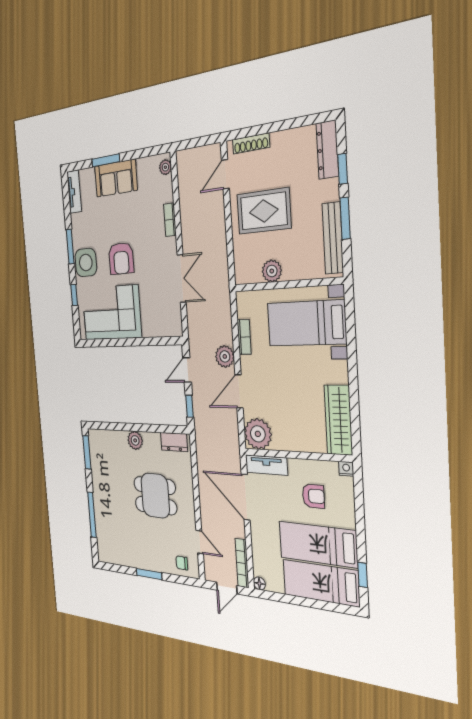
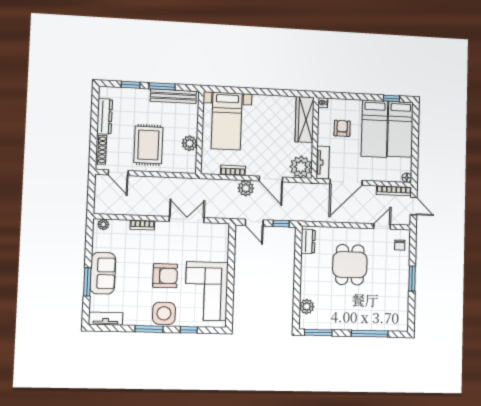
dresser: (327, 150) -> (105, 116), moved, turned -90
wardrobe: (338, 420) -> (305, 119), moved, turned 90
plant: (135, 440) -> (307, 307), moved

